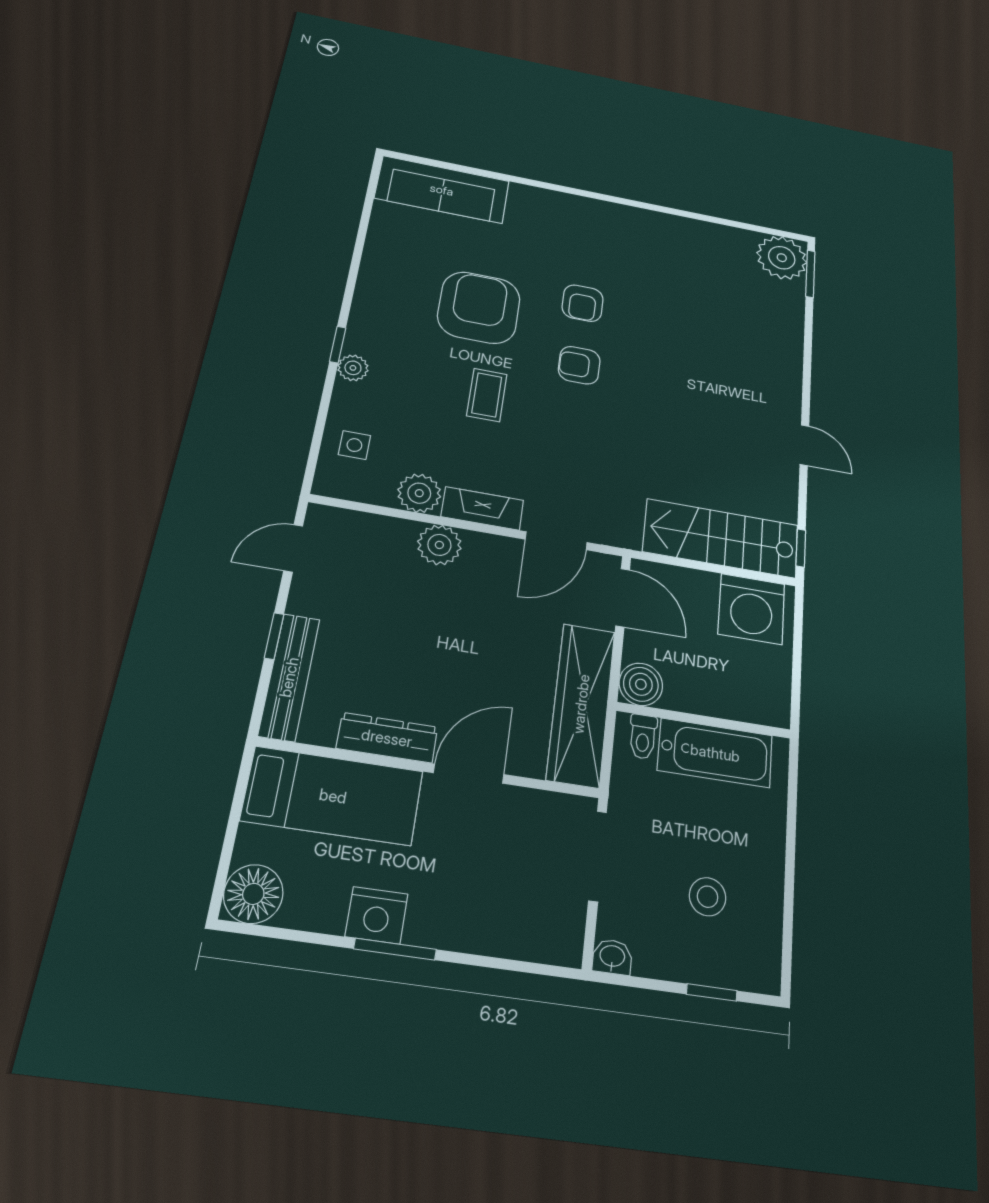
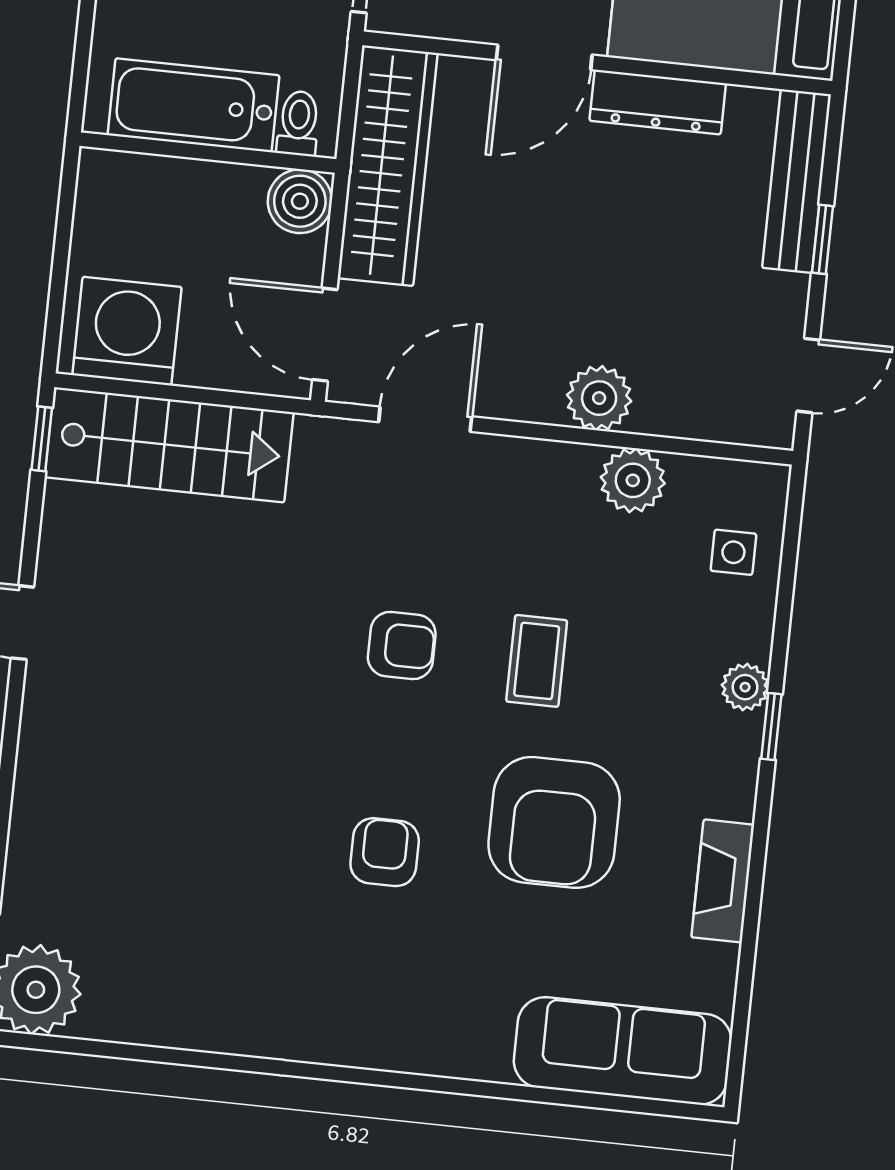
armchair: (579, 365) -> (402, 645), moved
fireplace: (482, 508) -> (723, 881), moved, turned 90

